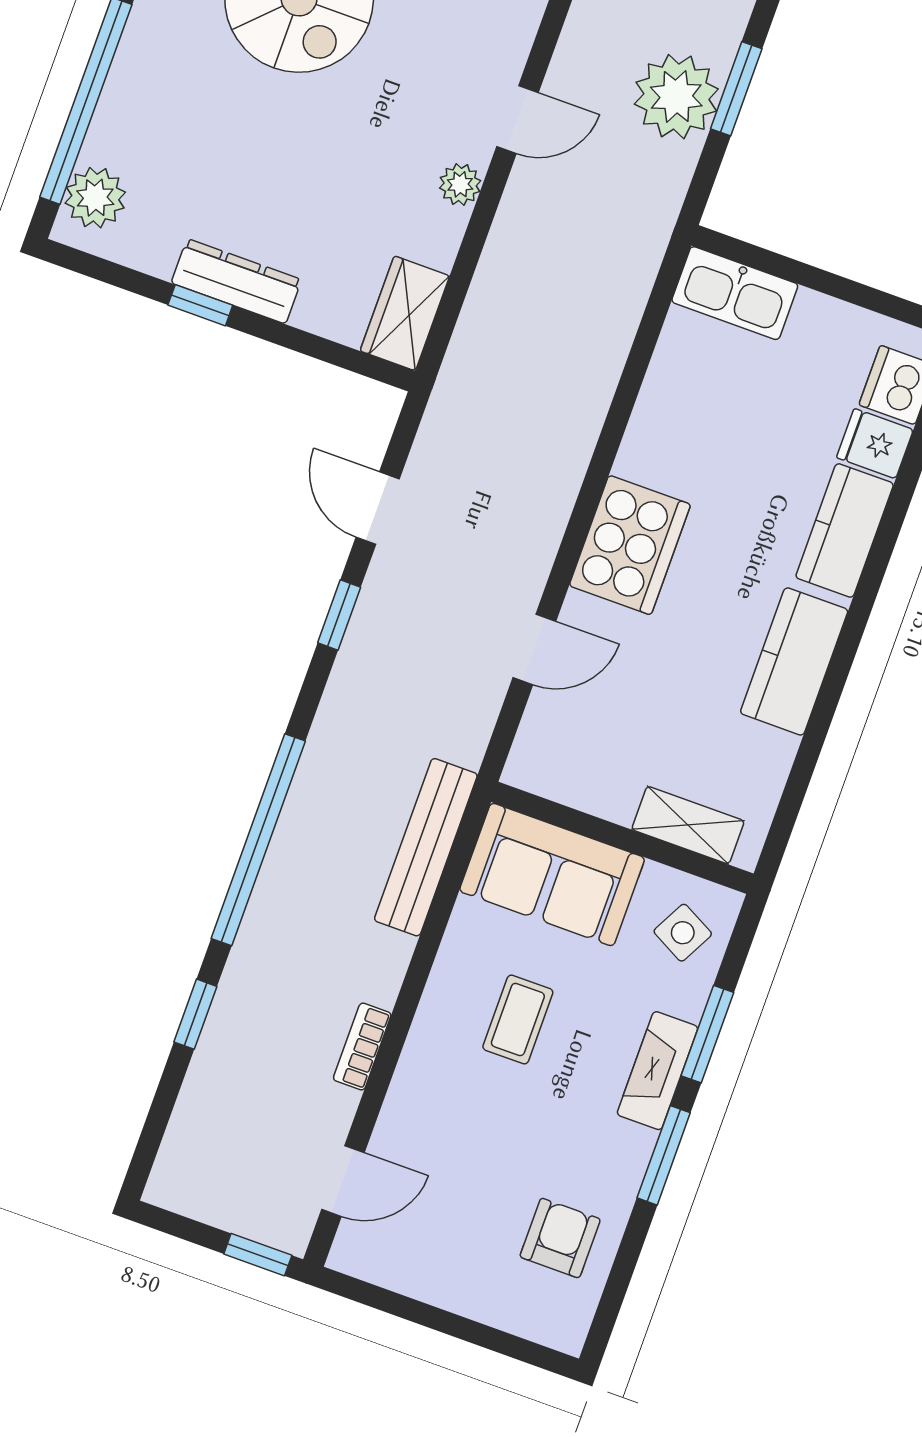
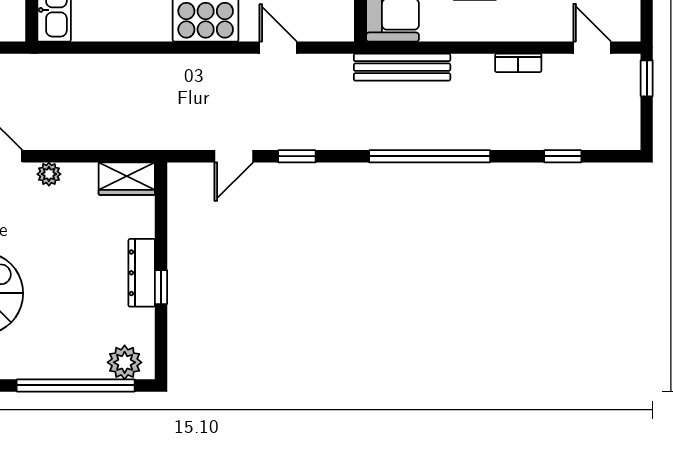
window: (195, 1014) -> (563, 156), moved

